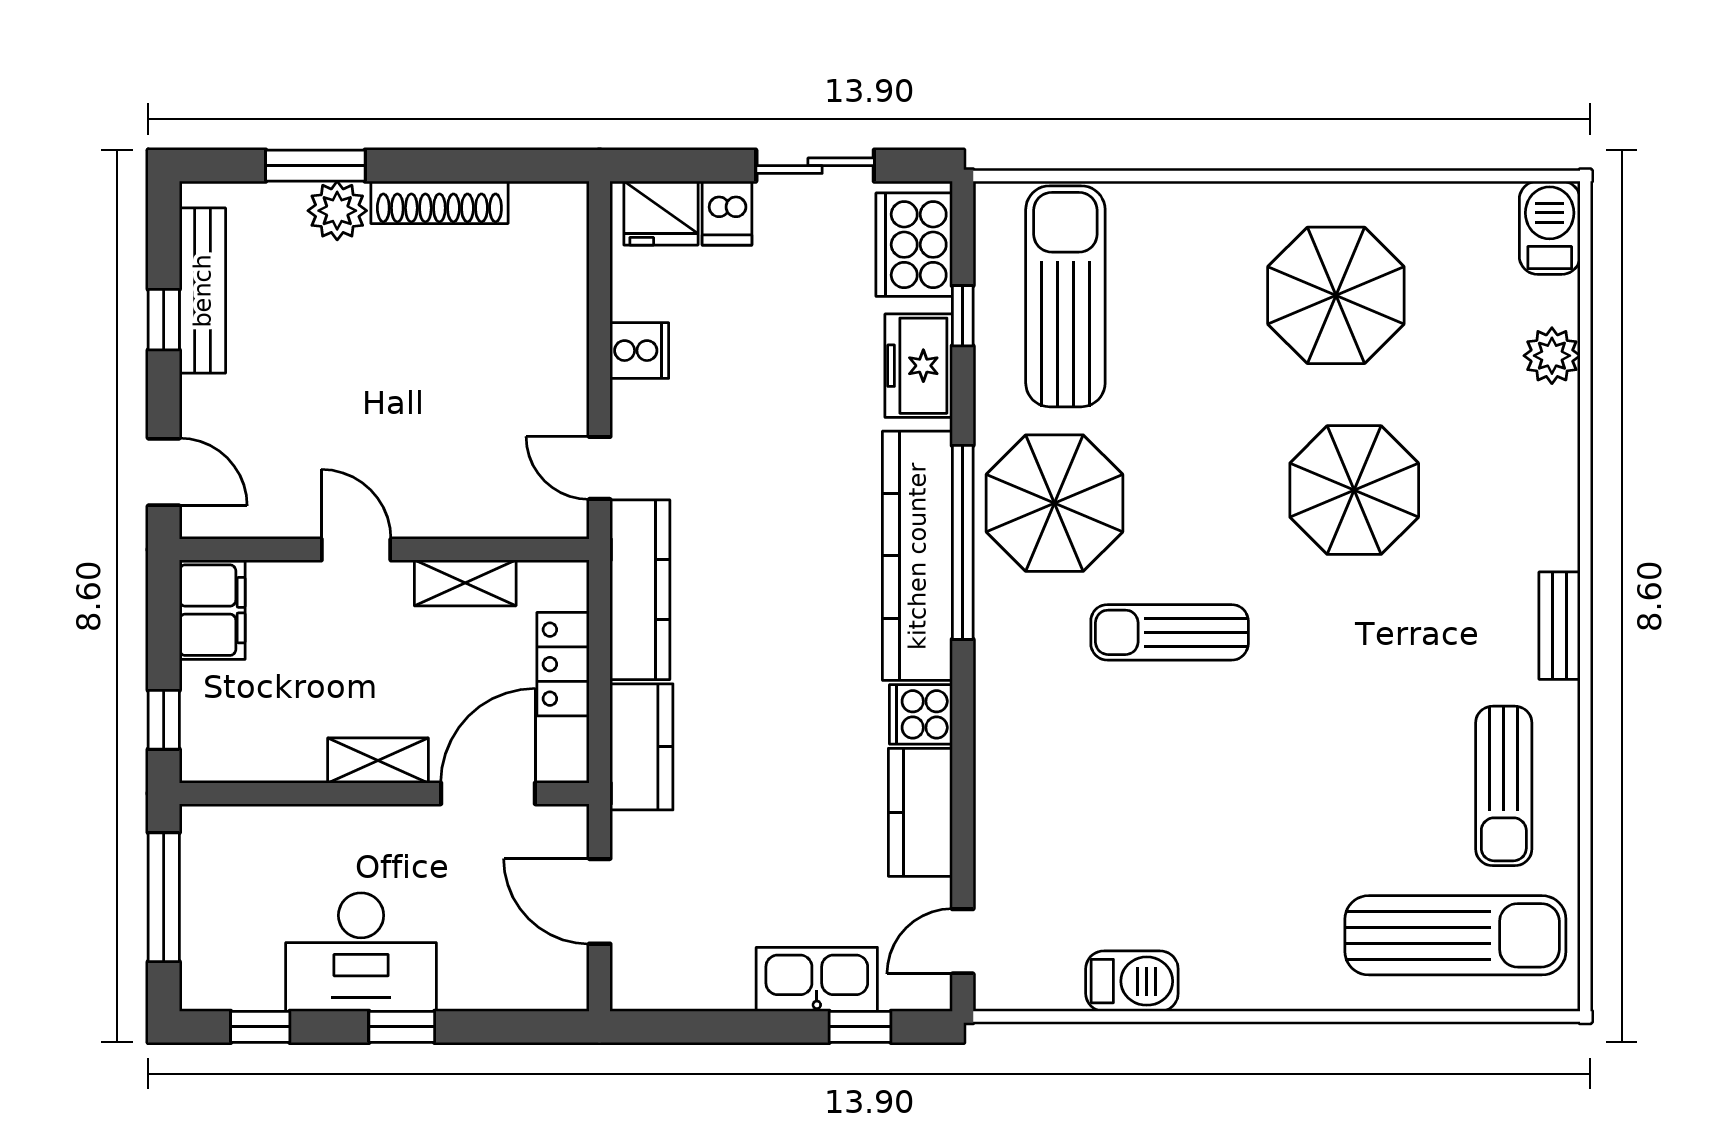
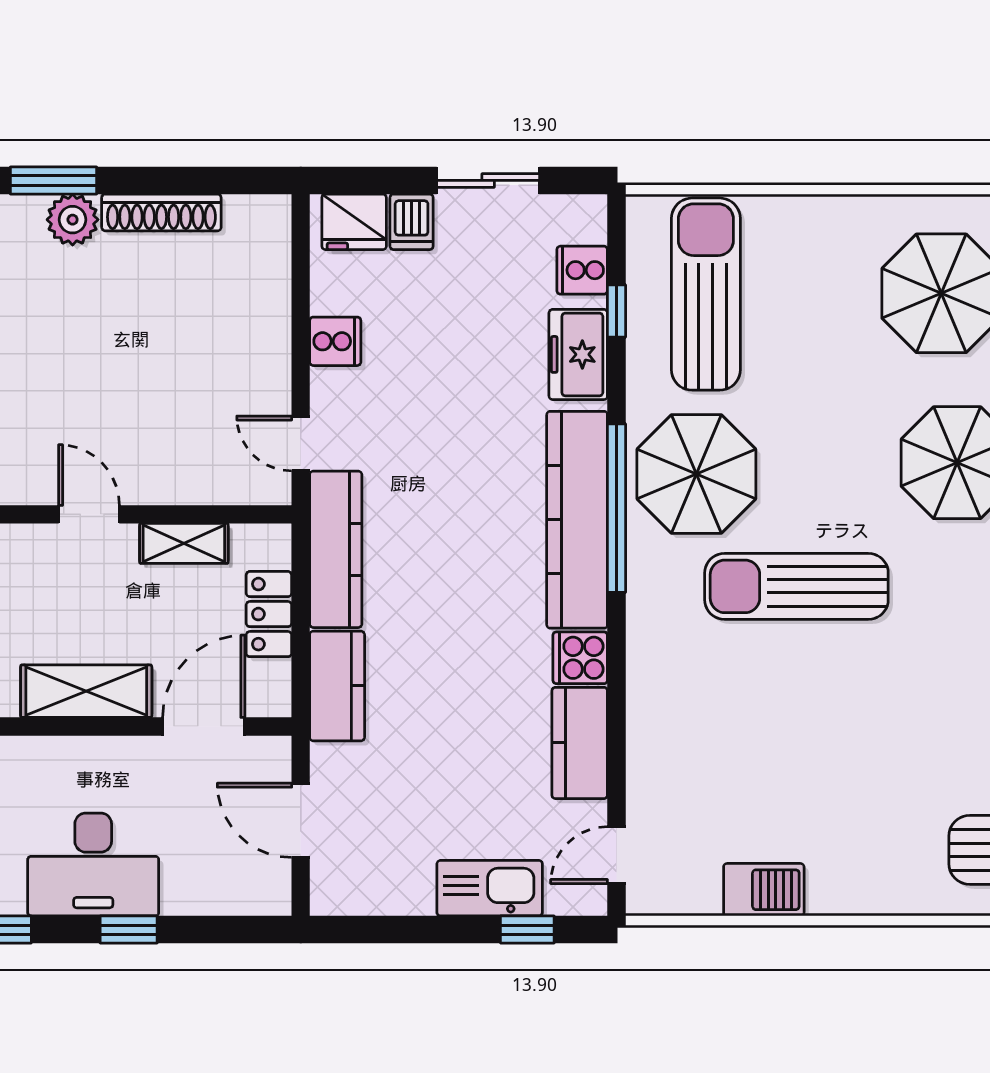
cooker: (914, 245) -> (582, 270), width x0.53, depth x0.76
sun lounger: (1170, 632) -> (796, 586), width x1.36, depth x1.34
shelving: (378, 760) -> (86, 691), width x1.50, depth x1.33

